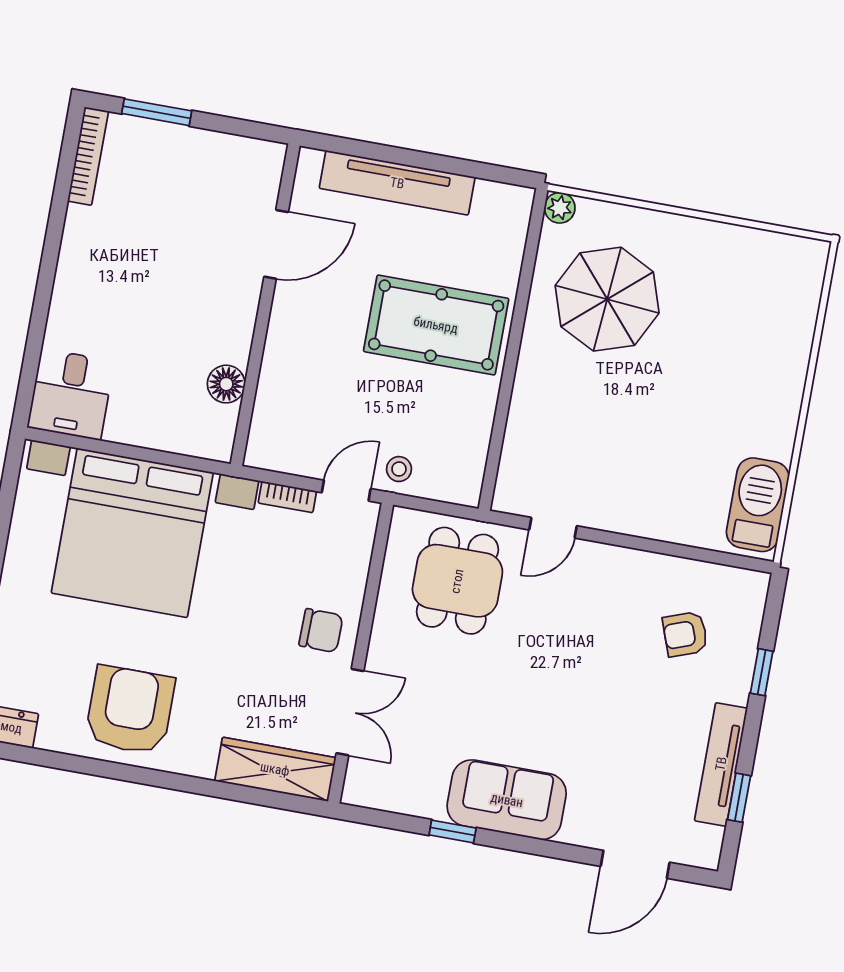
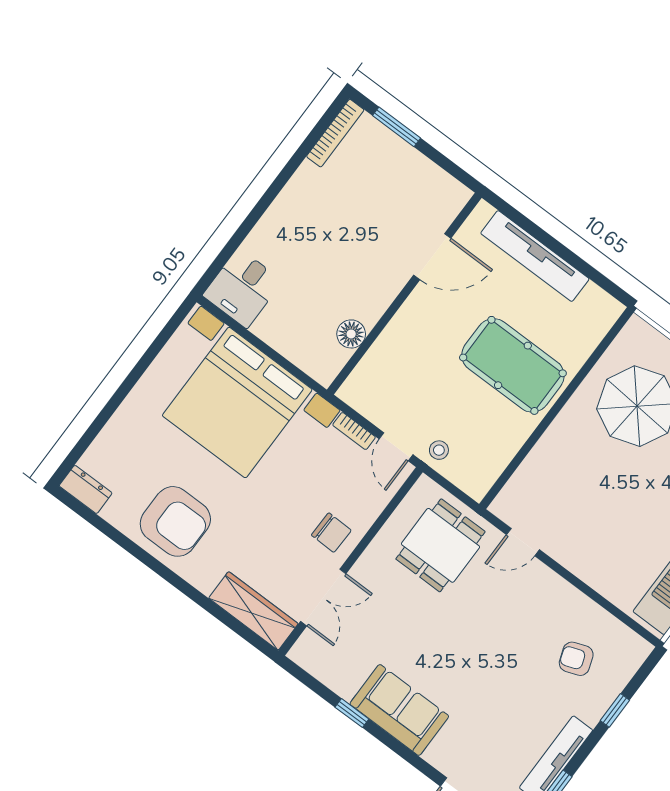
plant: (560, 208) -> (636, 328), removed
door: (346, 491) -> (396, 447), swing flipped
armchair: (130, 710) -> (175, 521), turned 90

